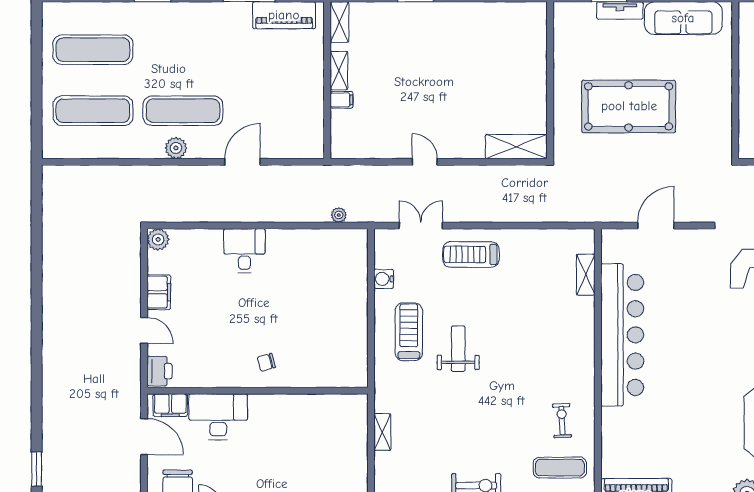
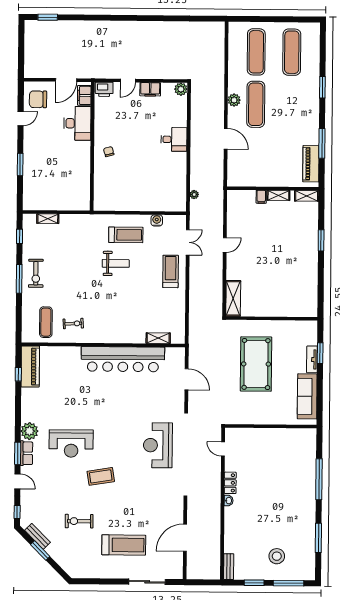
shelving: (382, 432) -> (48, 219), moved

